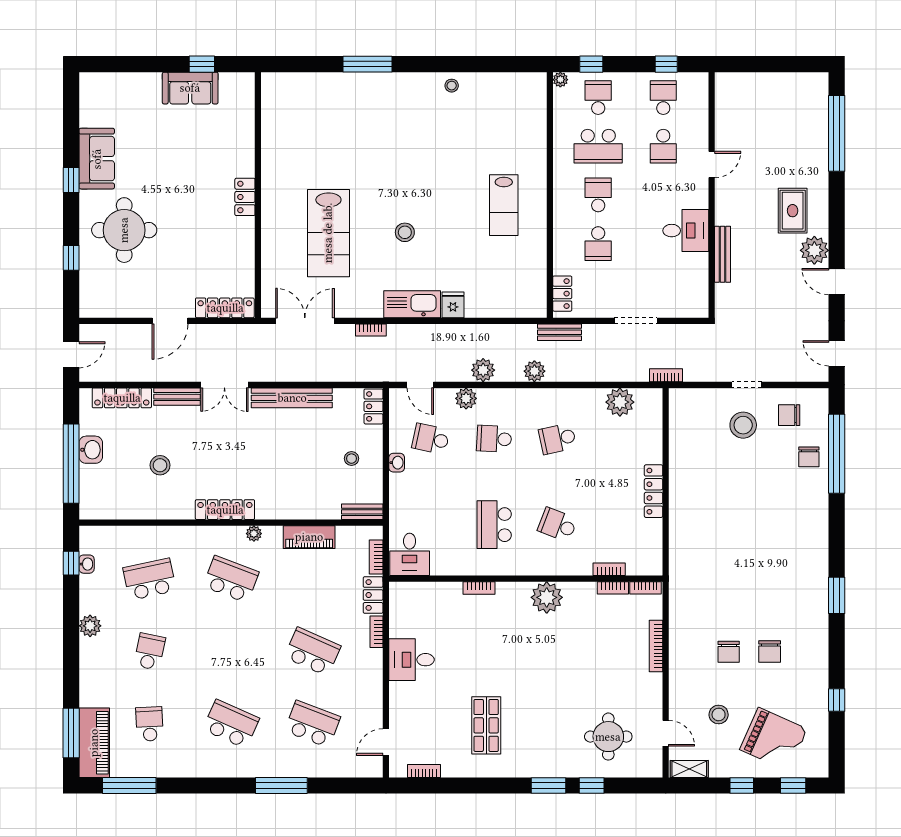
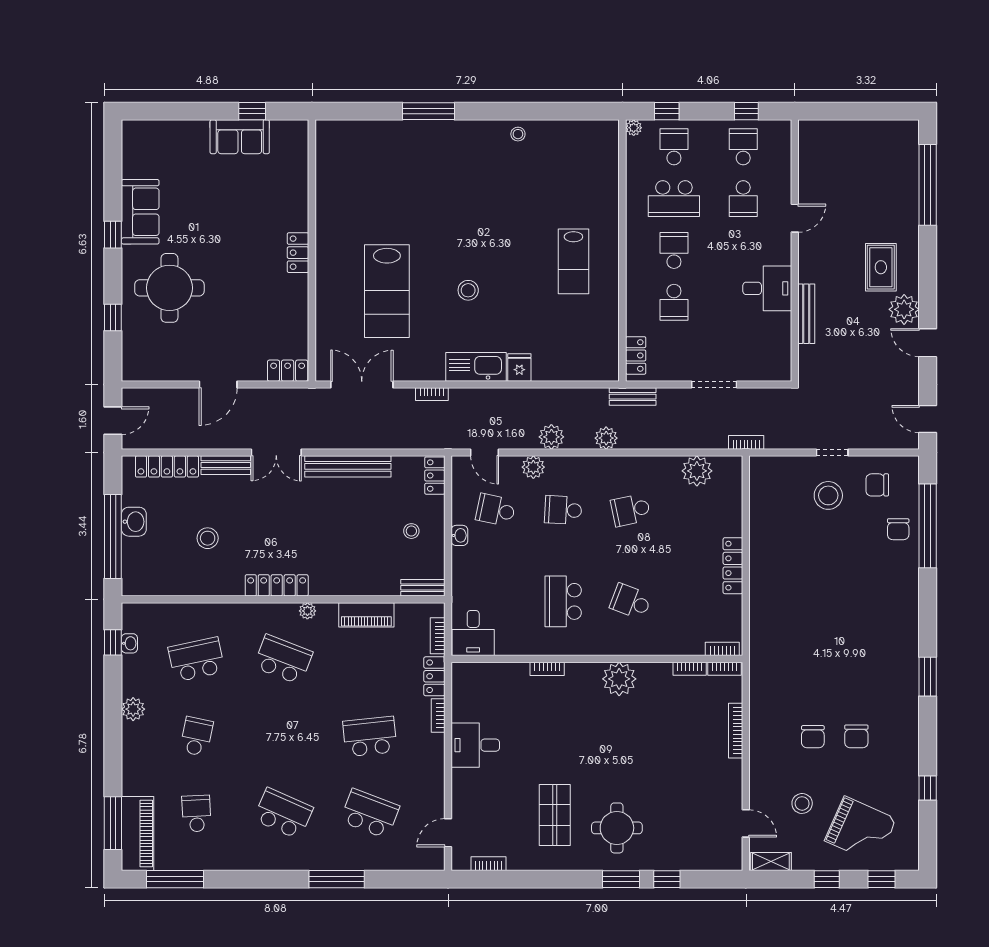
locker: (225, 308) -> (288, 371), width x0.66
bookcase: (609, 569) -> (722, 649), moved
school desk: (312, 652) -> (370, 737), turned -30
round table: (608, 737) -> (617, 828), moved

